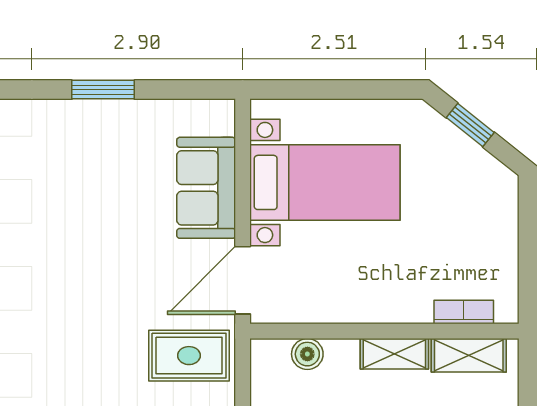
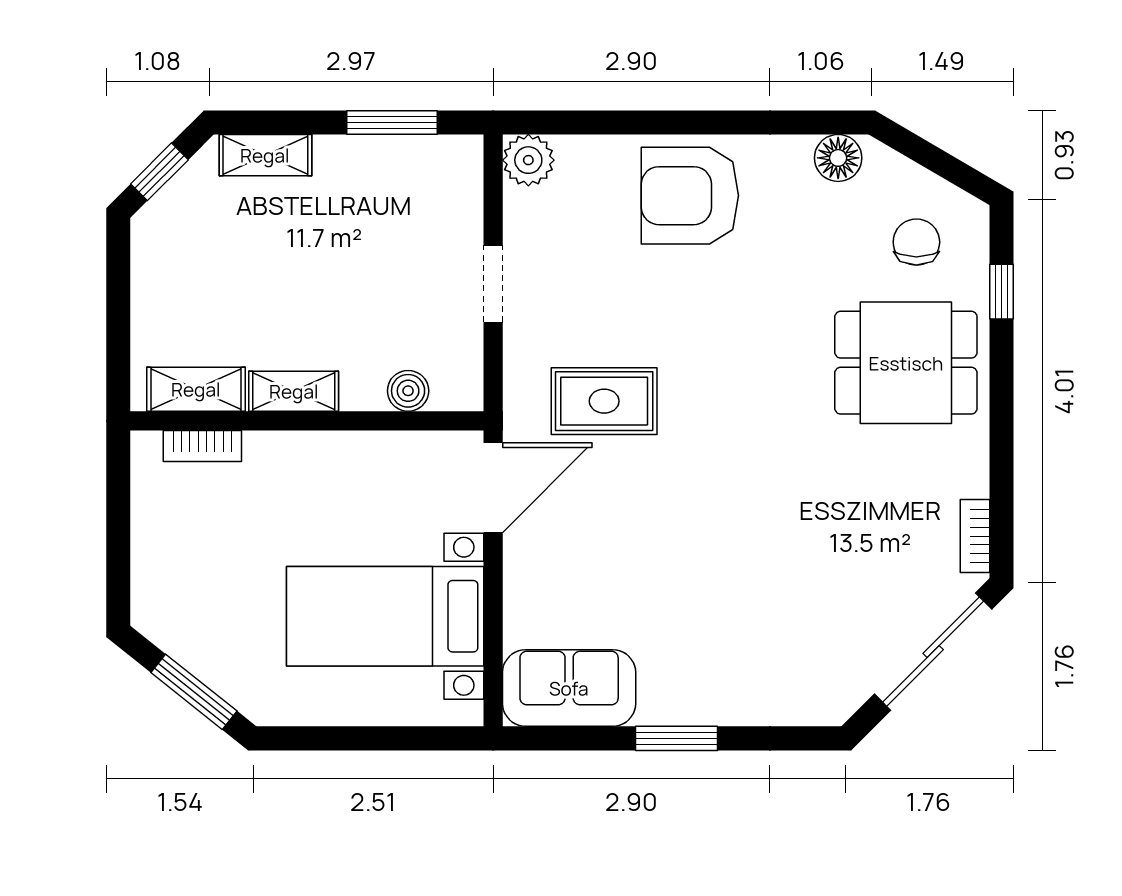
window: (470, 125) -> (194, 692), width x1.50
sofa: (206, 188) -> (569, 688), moved, turned -90
rug: (189, 356) -> (604, 401), moved

